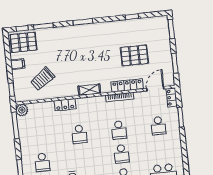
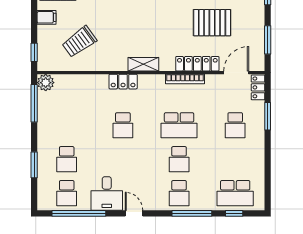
locker: (65, 105) -> (123, 82), moved
school desk: (119, 130) -> (179, 125), width x1.85

